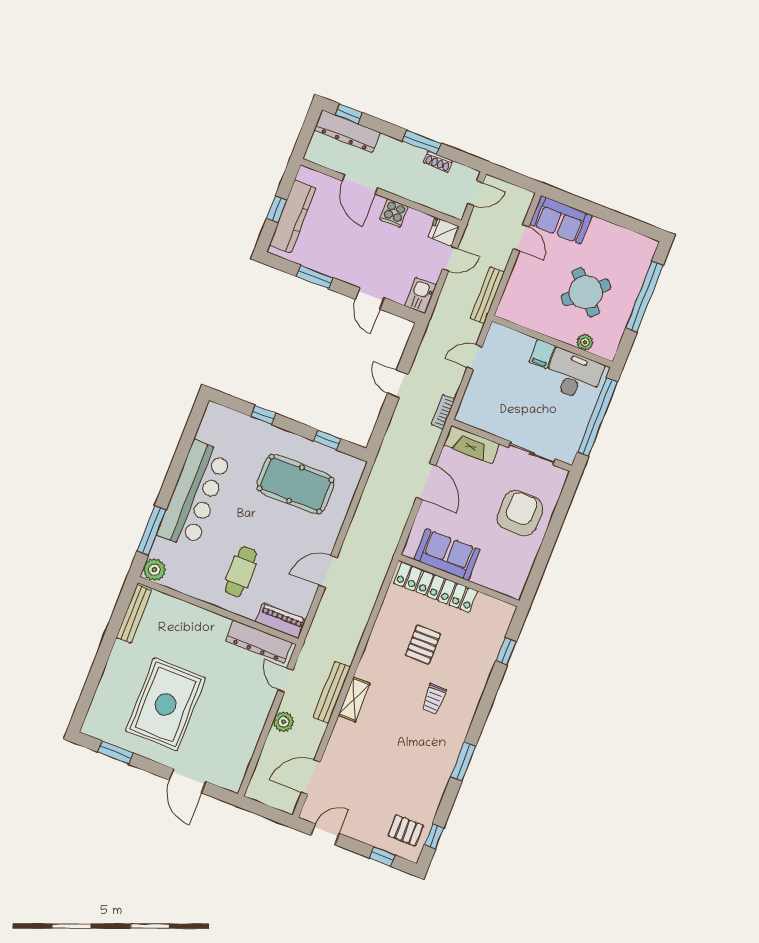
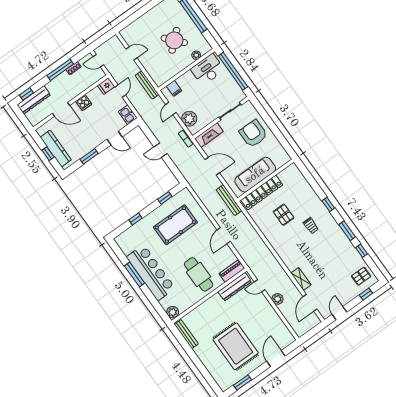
window: (422, 142) -> (60, 70), width x1.44
door: (475, 193) -> (98, 61), swing flipped
sofa: (561, 220) -> (135, 30), removed
filing cabinet: (542, 354) -> (174, 88), moved
plant: (478, 397) -> (189, 119), added
window: (152, 530) -> (135, 274), moved
sofa: (447, 555) -> (255, 175), width x1.36
cafe table: (241, 572) -> (199, 274), width x1.37, depth x1.35
window: (506, 651) -> (328, 204), moved
bench: (332, 692) -> (229, 200), moved
shelving: (354, 700) -> (301, 279), moved
door: (188, 781) -> (276, 359), swing flipped
window: (434, 837) -> (362, 251), moved

